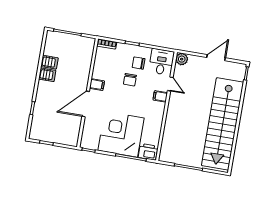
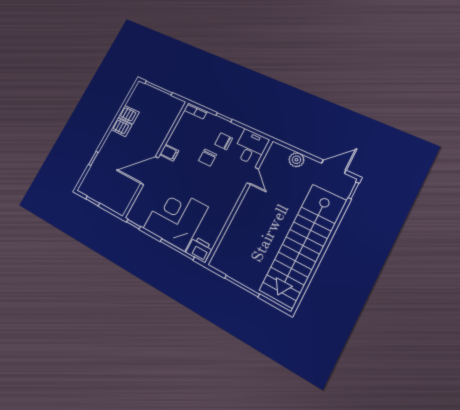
door: (216, 58) -> (334, 167), moved
plant: (182, 59) -> (296, 160), moved
filing cabinet: (160, 96) -> (236, 187), removed

